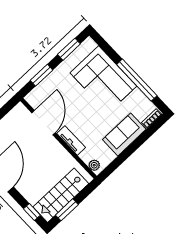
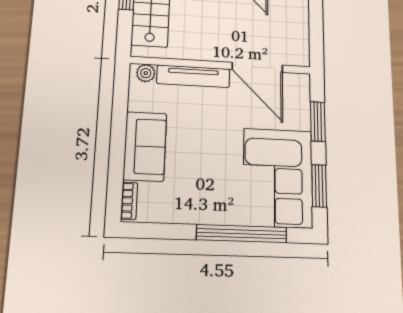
corner sofa: (103, 79) -> (278, 178), moved, turned -90
window: (137, 80) -> (242, 234), moved
tv unit: (71, 140) -> (193, 76), width x1.41

